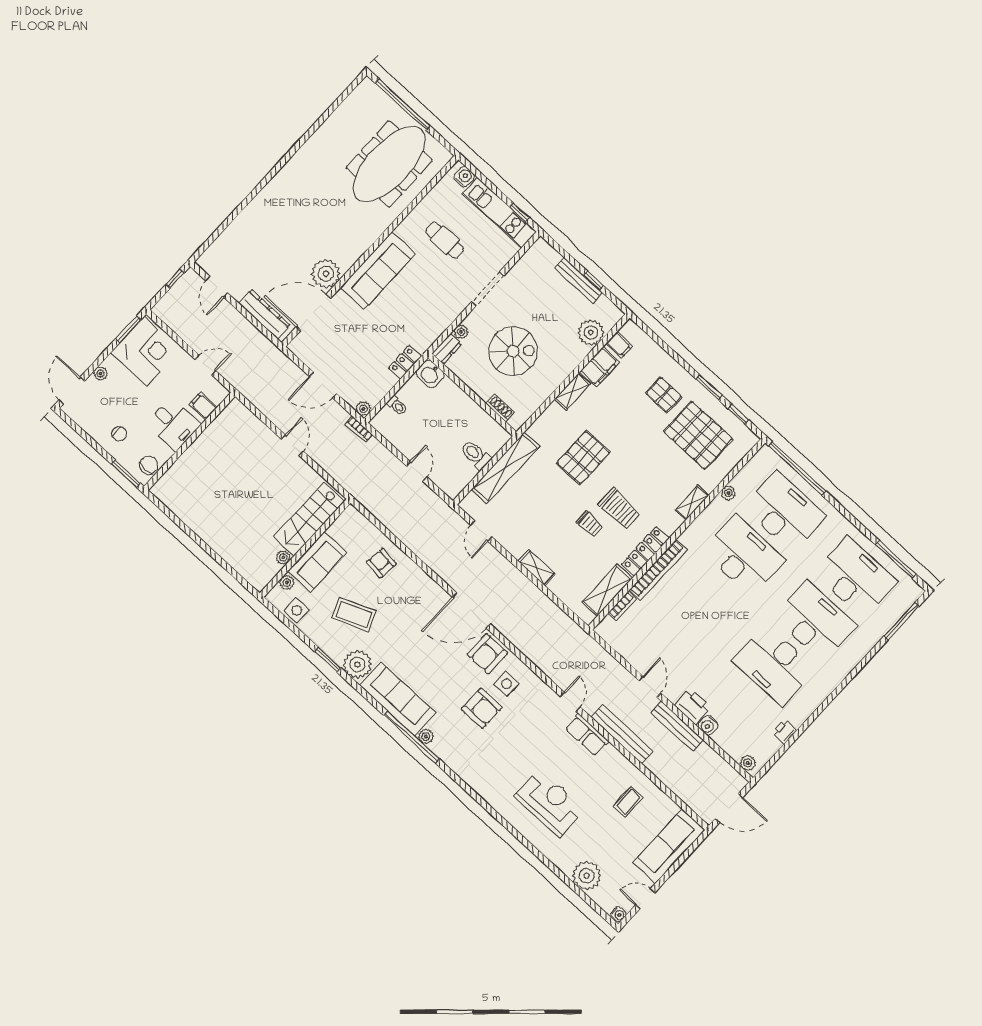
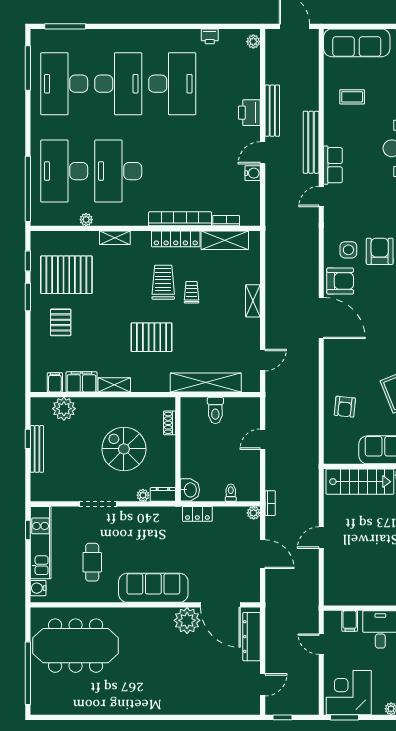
pallet: (698, 435) -> (66, 275), turned 90
desk: (815, 621) -> (118, 84), turned 180
water cooler: (708, 725) -> (253, 173), moved

